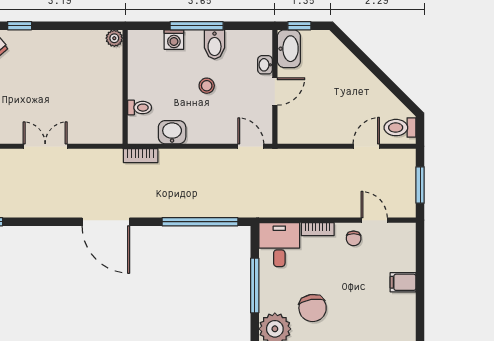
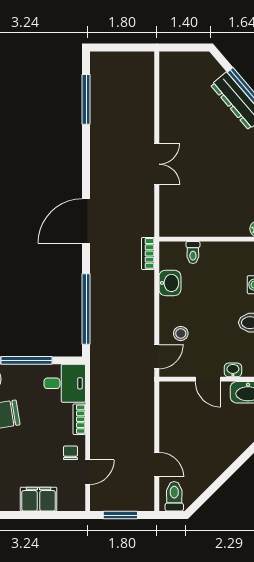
stool: (207, 86) -> (181, 333), moved
chair: (354, 238) -> (71, 453), turned 90
filing cabinet: (403, 282) -> (39, 499), width x2.00

